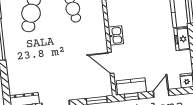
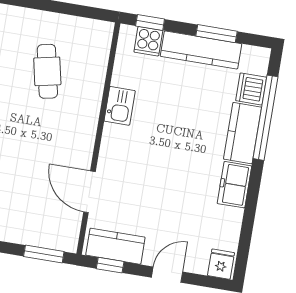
kitchen sink: (116, 35) -> (120, 106), moved

